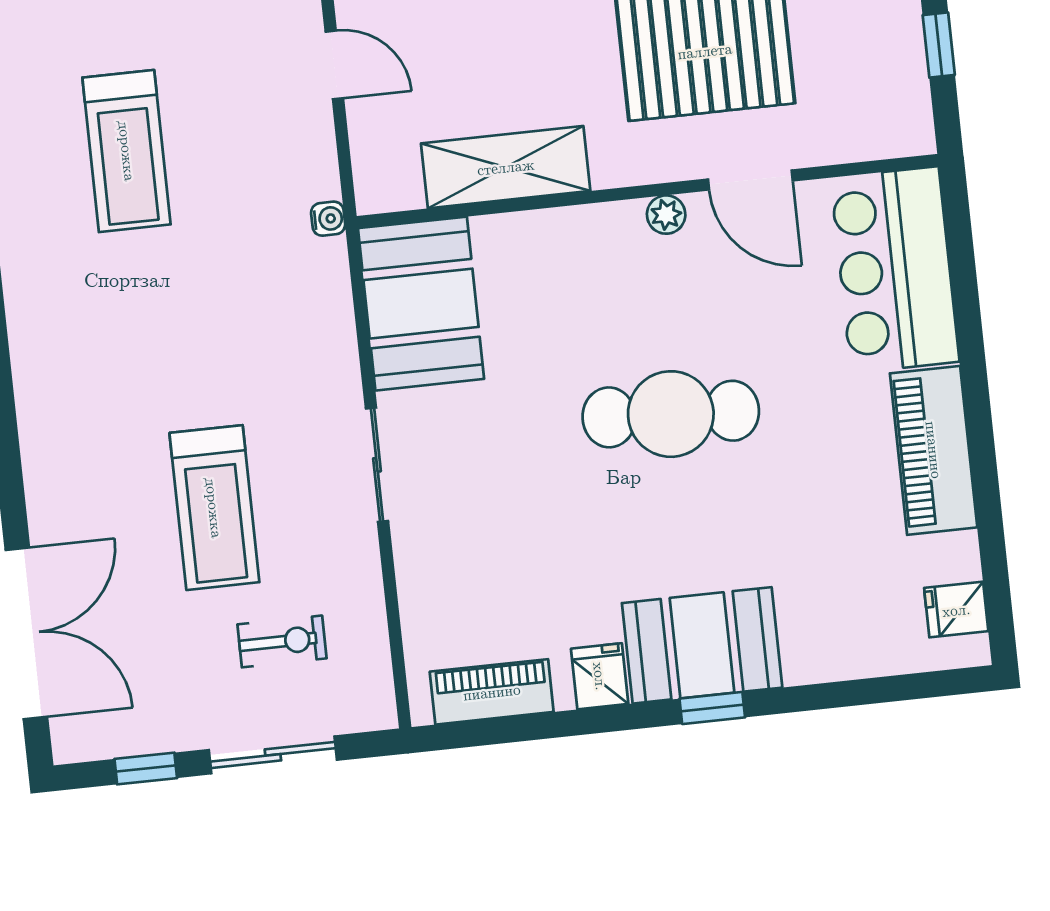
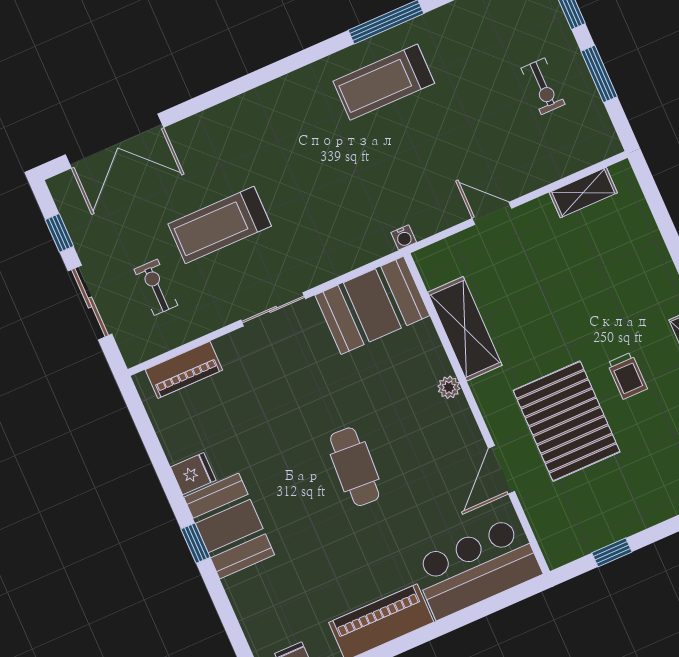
door: (334, 65) -> (492, 213), swing flipped
treadmill: (127, 151) -> (384, 82), moved
plant: (666, 215) -> (449, 387), moved
cafe table: (671, 414) -> (355, 467), width x0.73, depth x0.74
exercise bike: (282, 641) -> (156, 287), turned 180
piano: (492, 692) -> (184, 370), moved, turned 90

